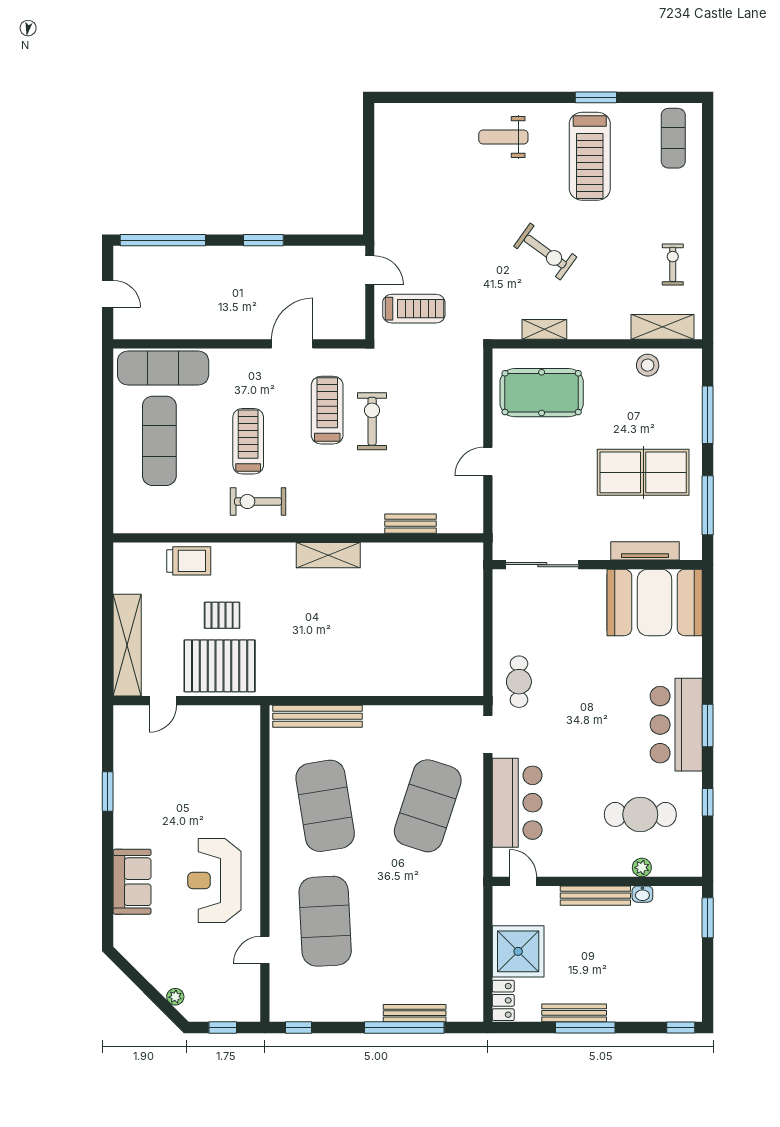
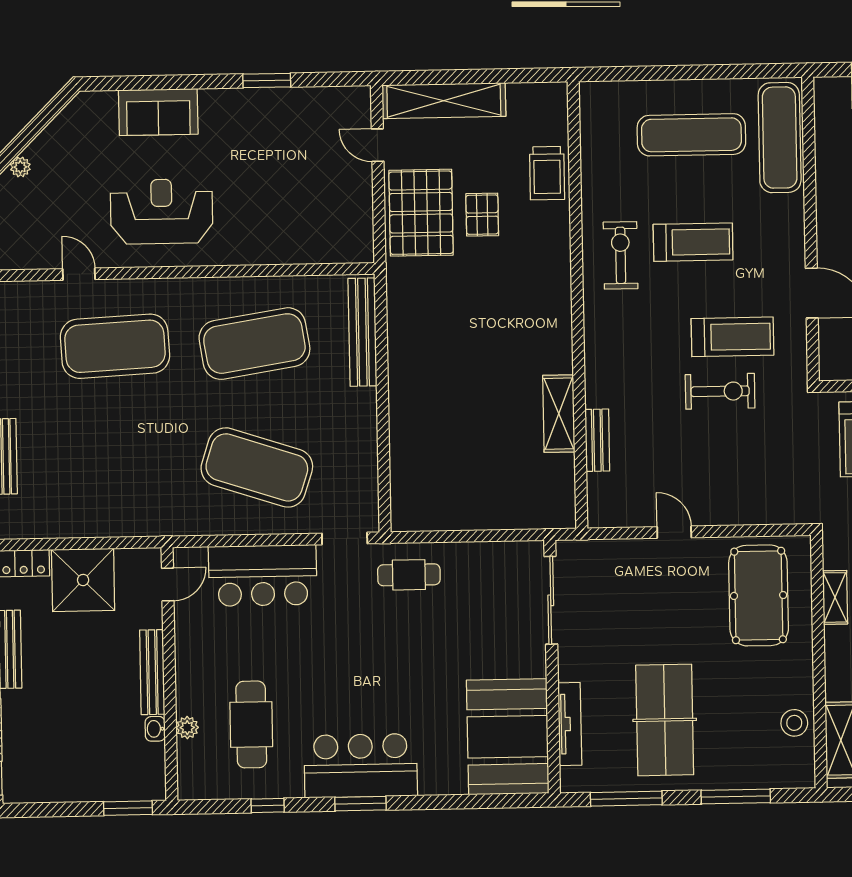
shelving: (328, 555) -> (559, 414), moved

